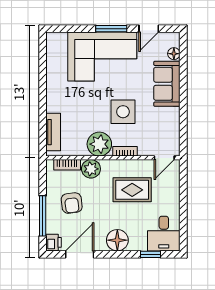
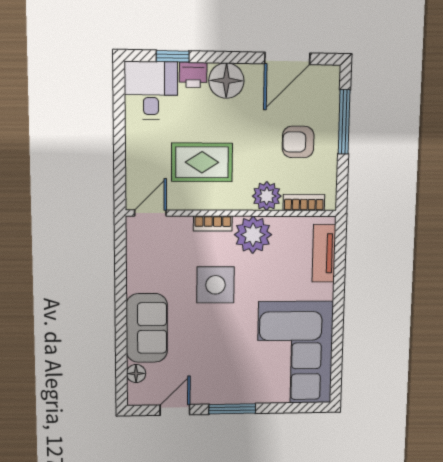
corner sofa: (102, 56) -> (295, 353), moved, turned -90
armchair: (72, 203) -> (298, 142), turned -83
printer: (54, 242) -> (193, 75), moved, turned -90

